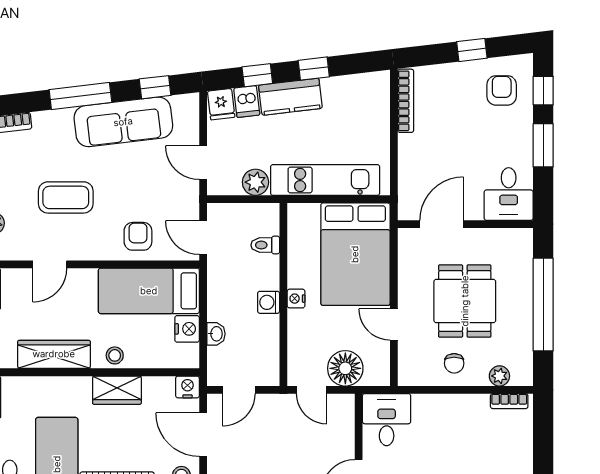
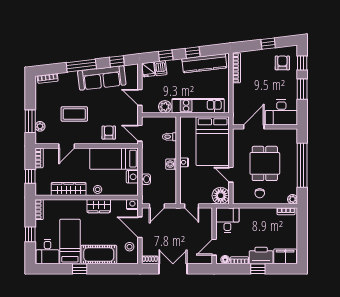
kitchen counter: (290, 97) -> (204, 63), moved, width x1.50
desk: (509, 194) -> (281, 112), width x1.37
floor lamp: (345, 368) -> (221, 196), moved
plant: (499, 376) -> (292, 199), moved

